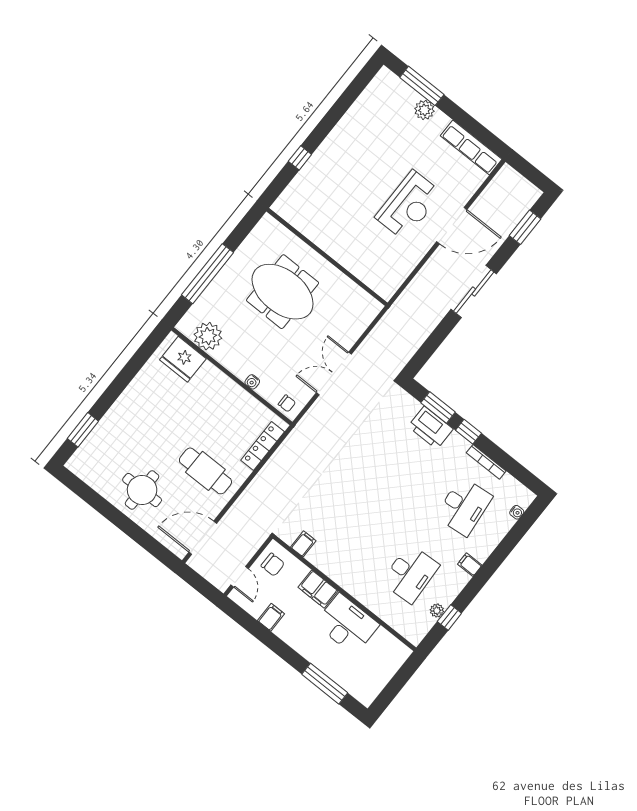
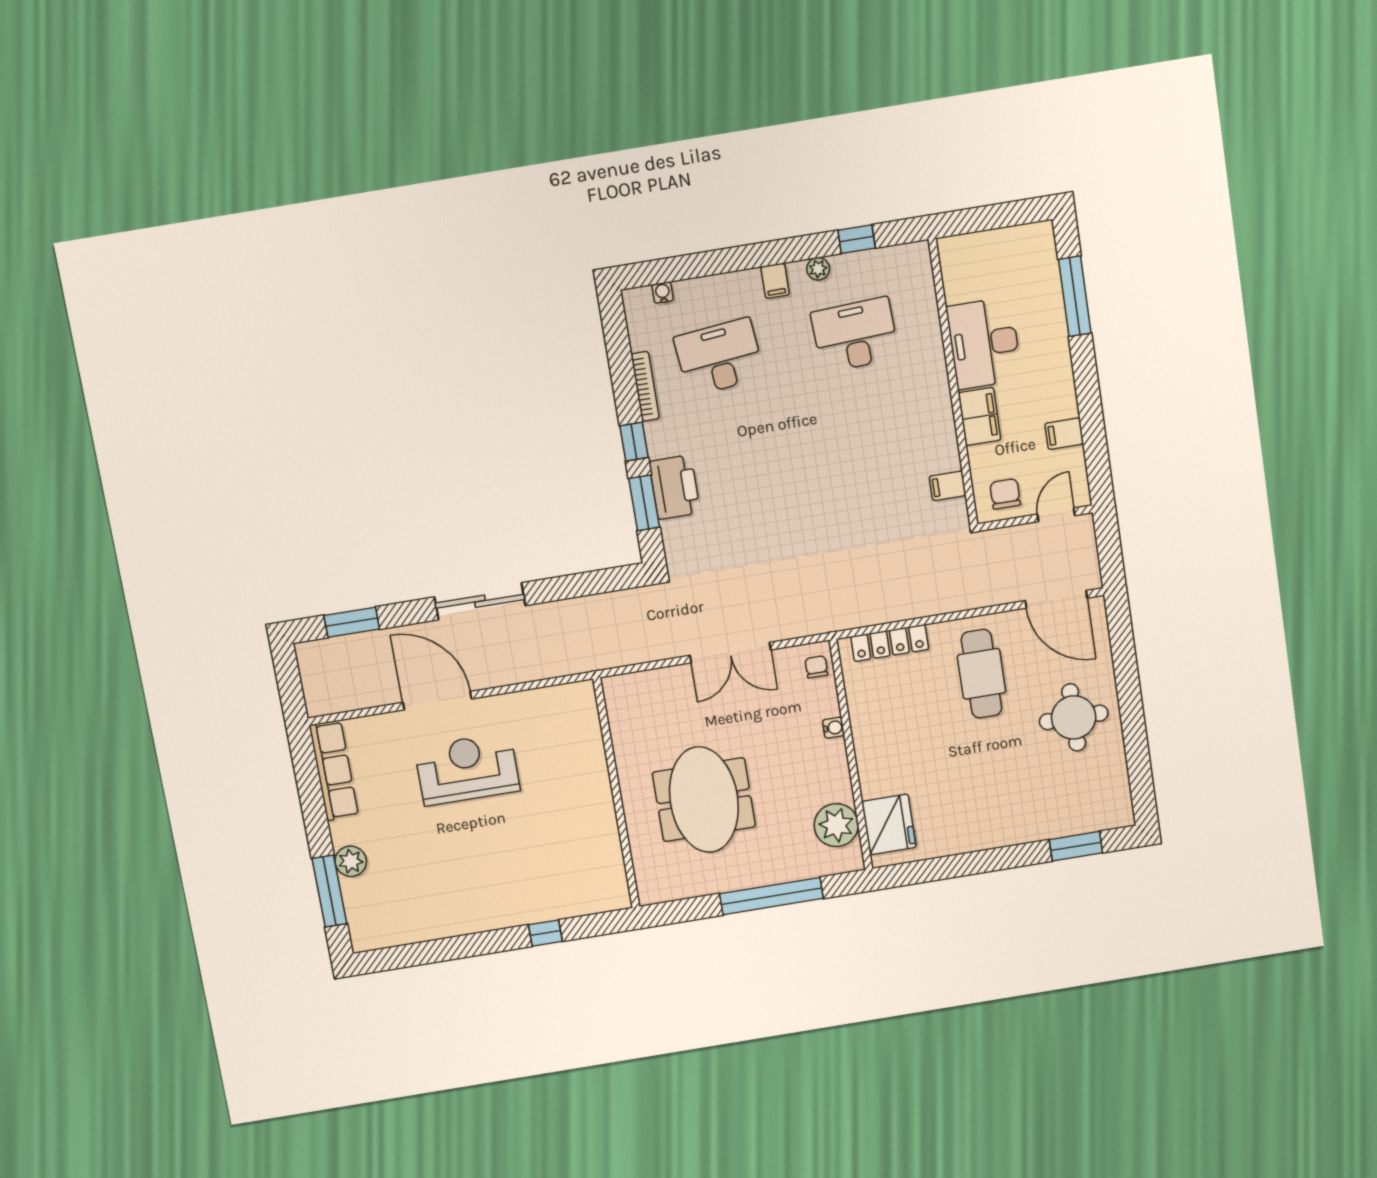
plant: (437, 611) -> (818, 269), moved

